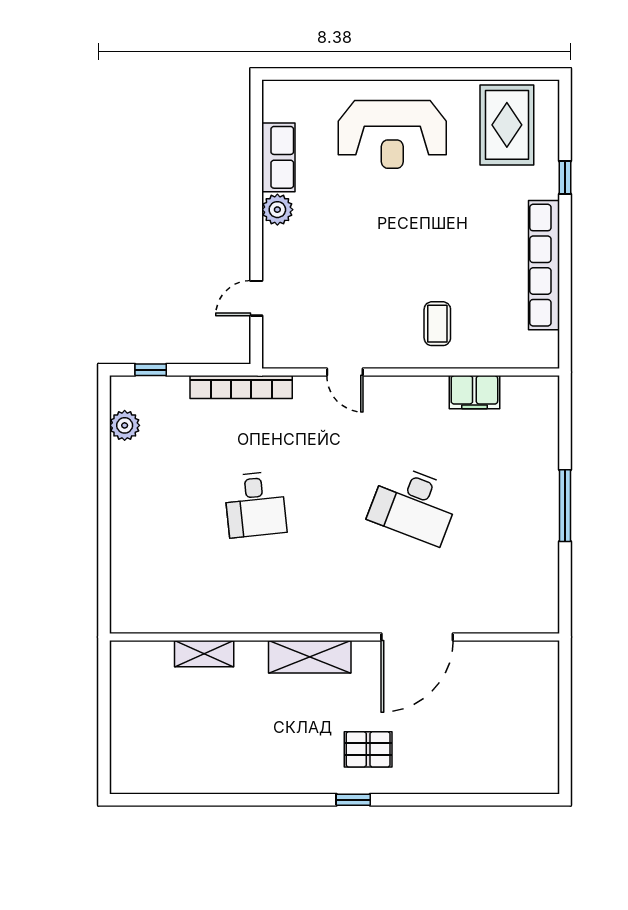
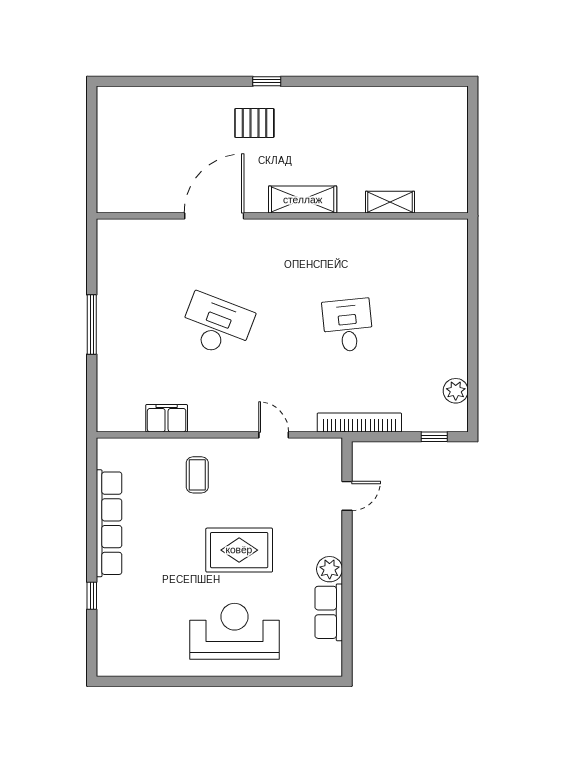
rug: (507, 125) -> (239, 550), moved, turned 90

